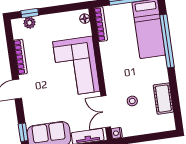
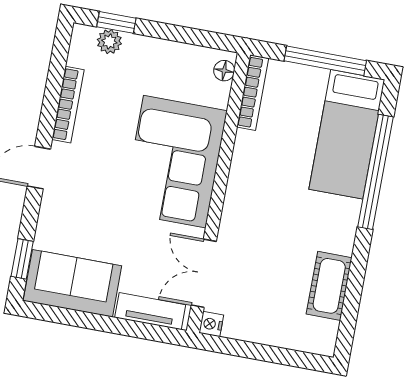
stool: (132, 101) -> (265, 270), removed

